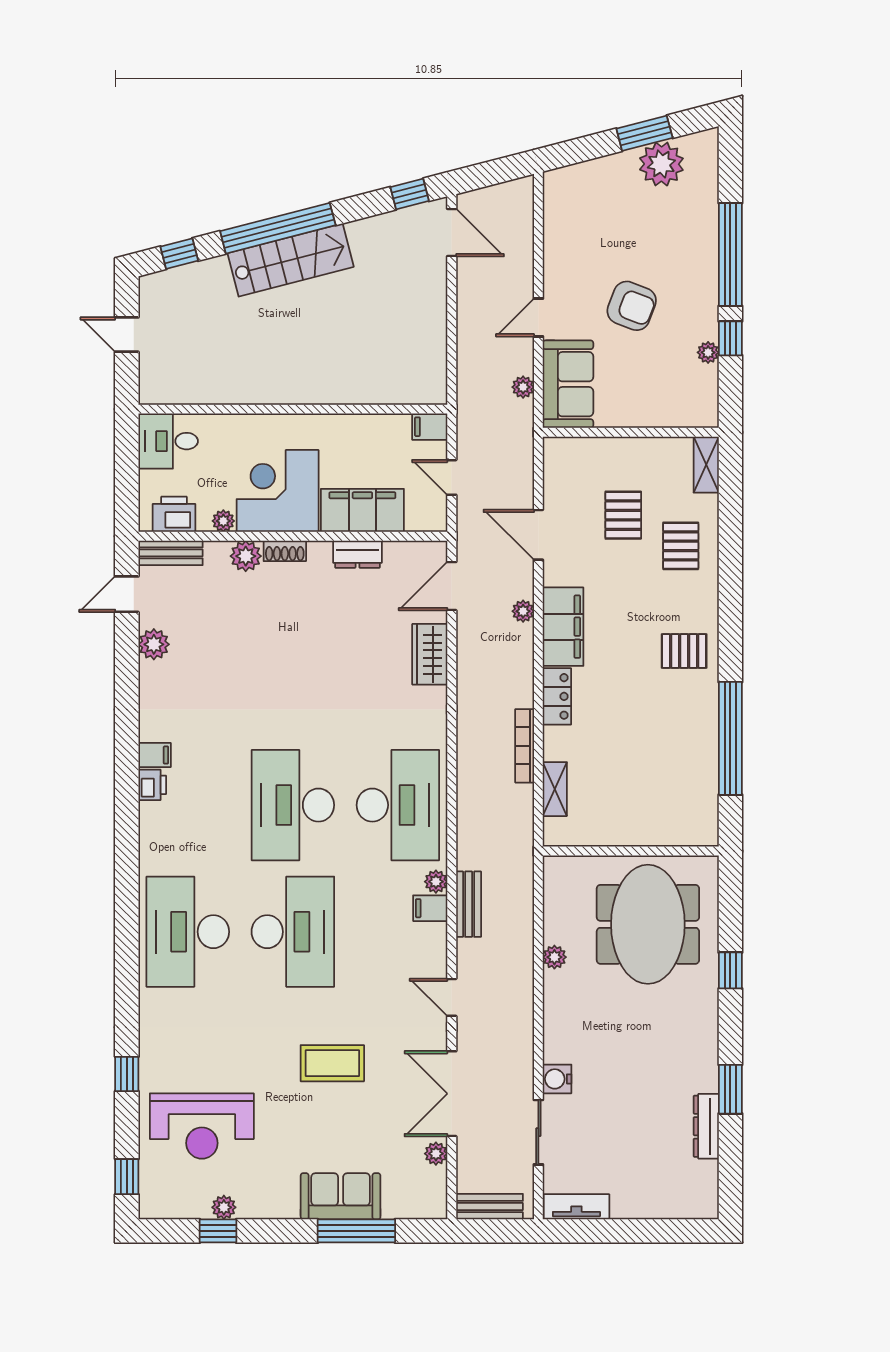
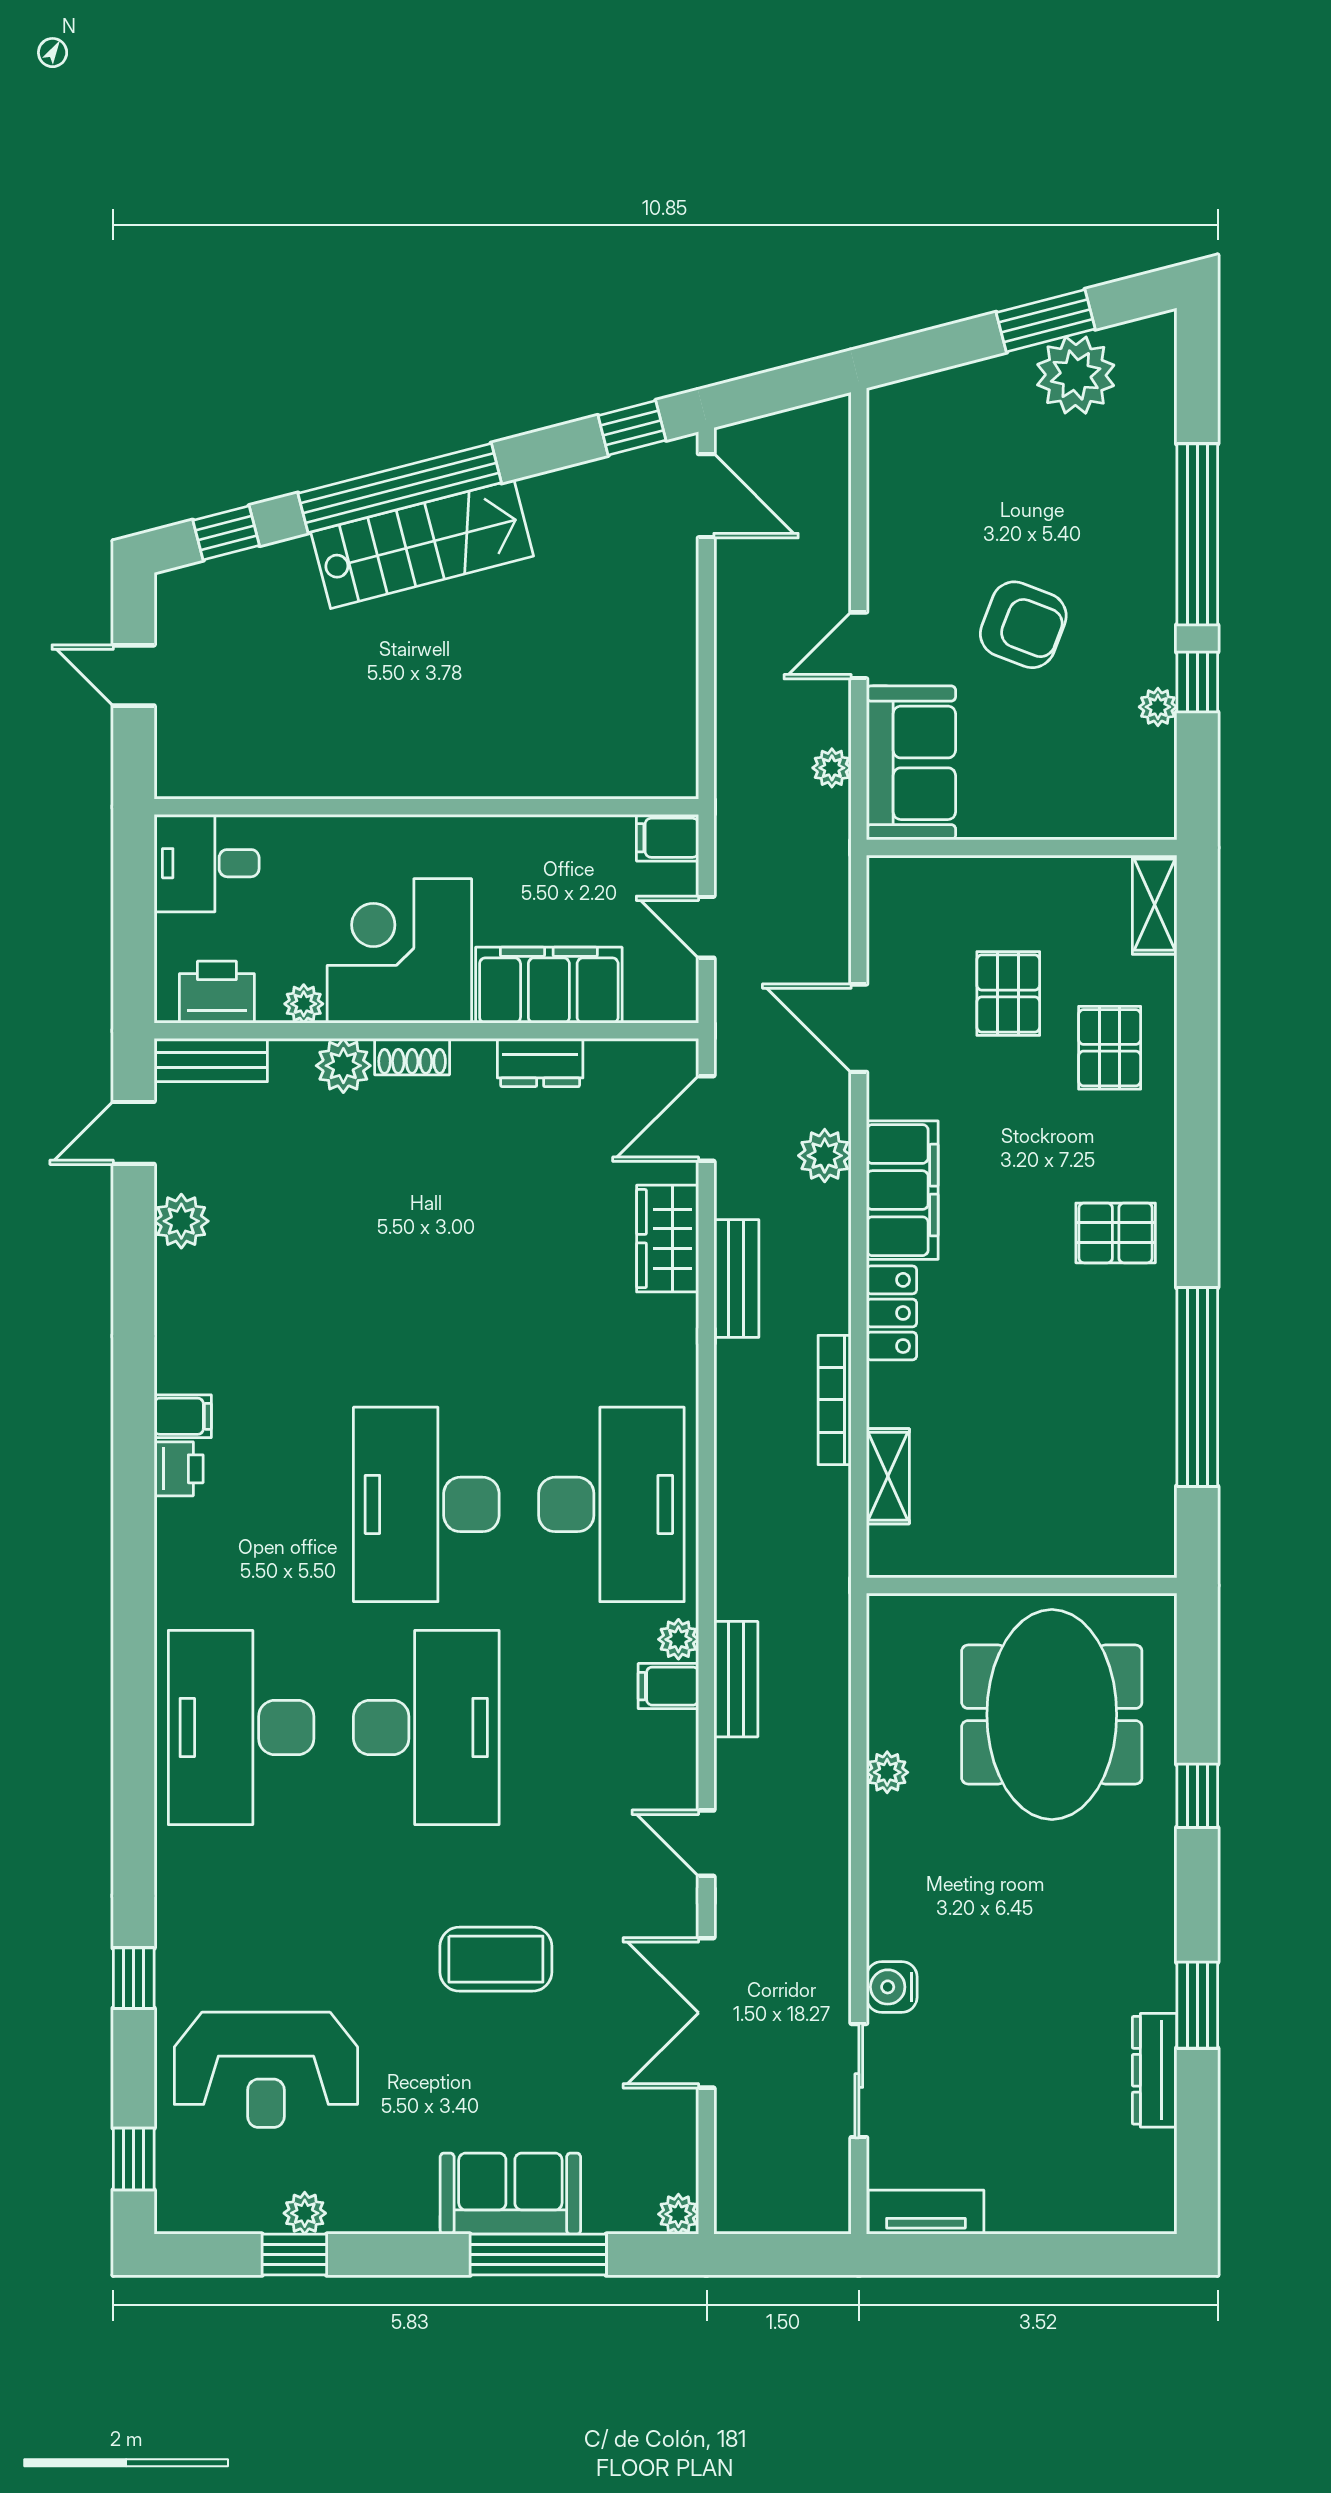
plant: (523, 611) -> (825, 1156), width x1.38, depth x1.38
plant: (436, 1154) -> (678, 2214), moved
bench: (489, 1207) -> (736, 1278), moved, turned 90

